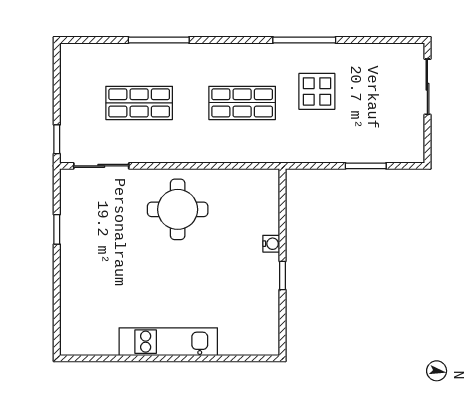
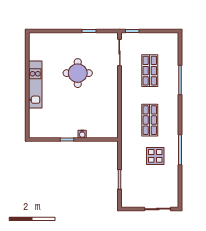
round table: (178, 209) -> (78, 73), moved

